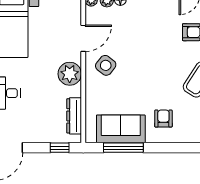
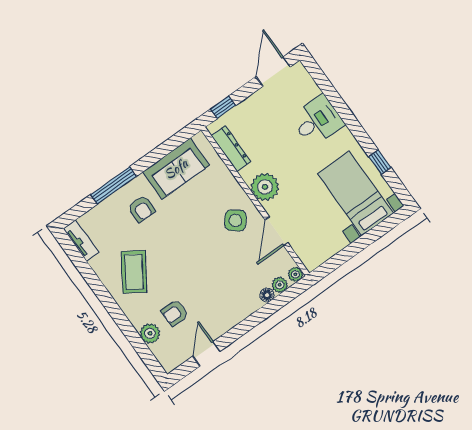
window: (123, 148) -> (113, 185), moved

